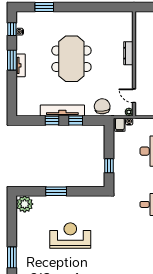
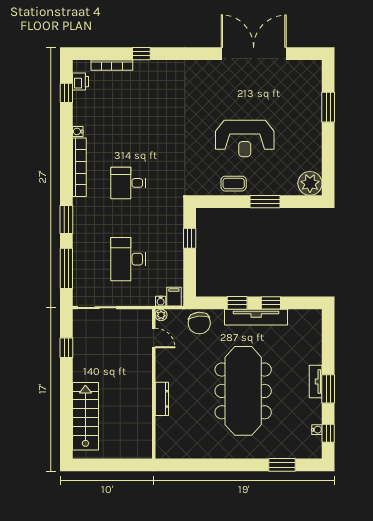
meeting table: (71, 59) -> (243, 391), width x1.36
coffee table: (78, 204) -> (234, 184), added

